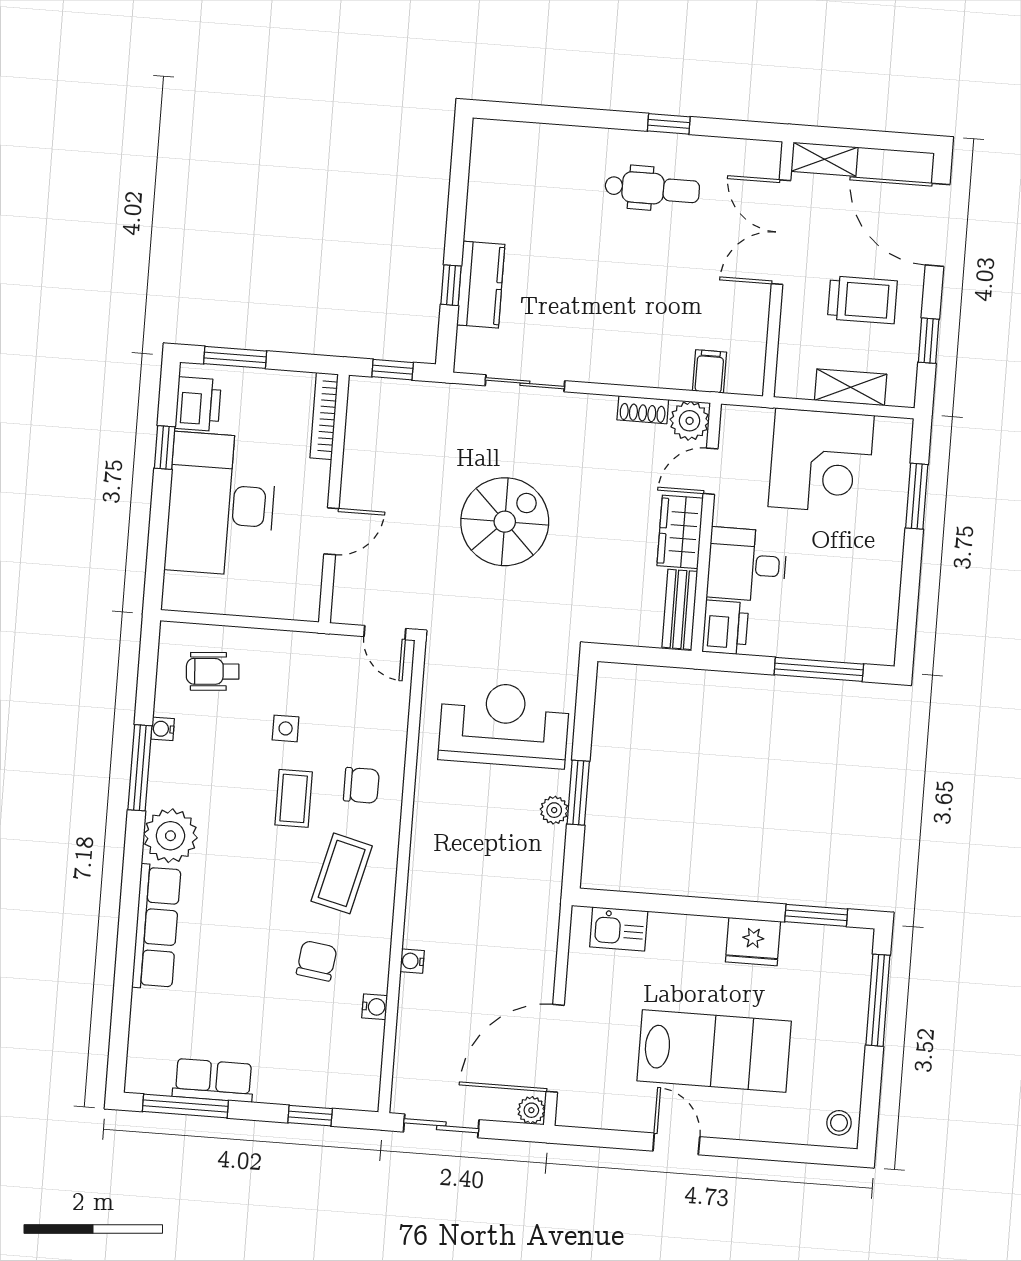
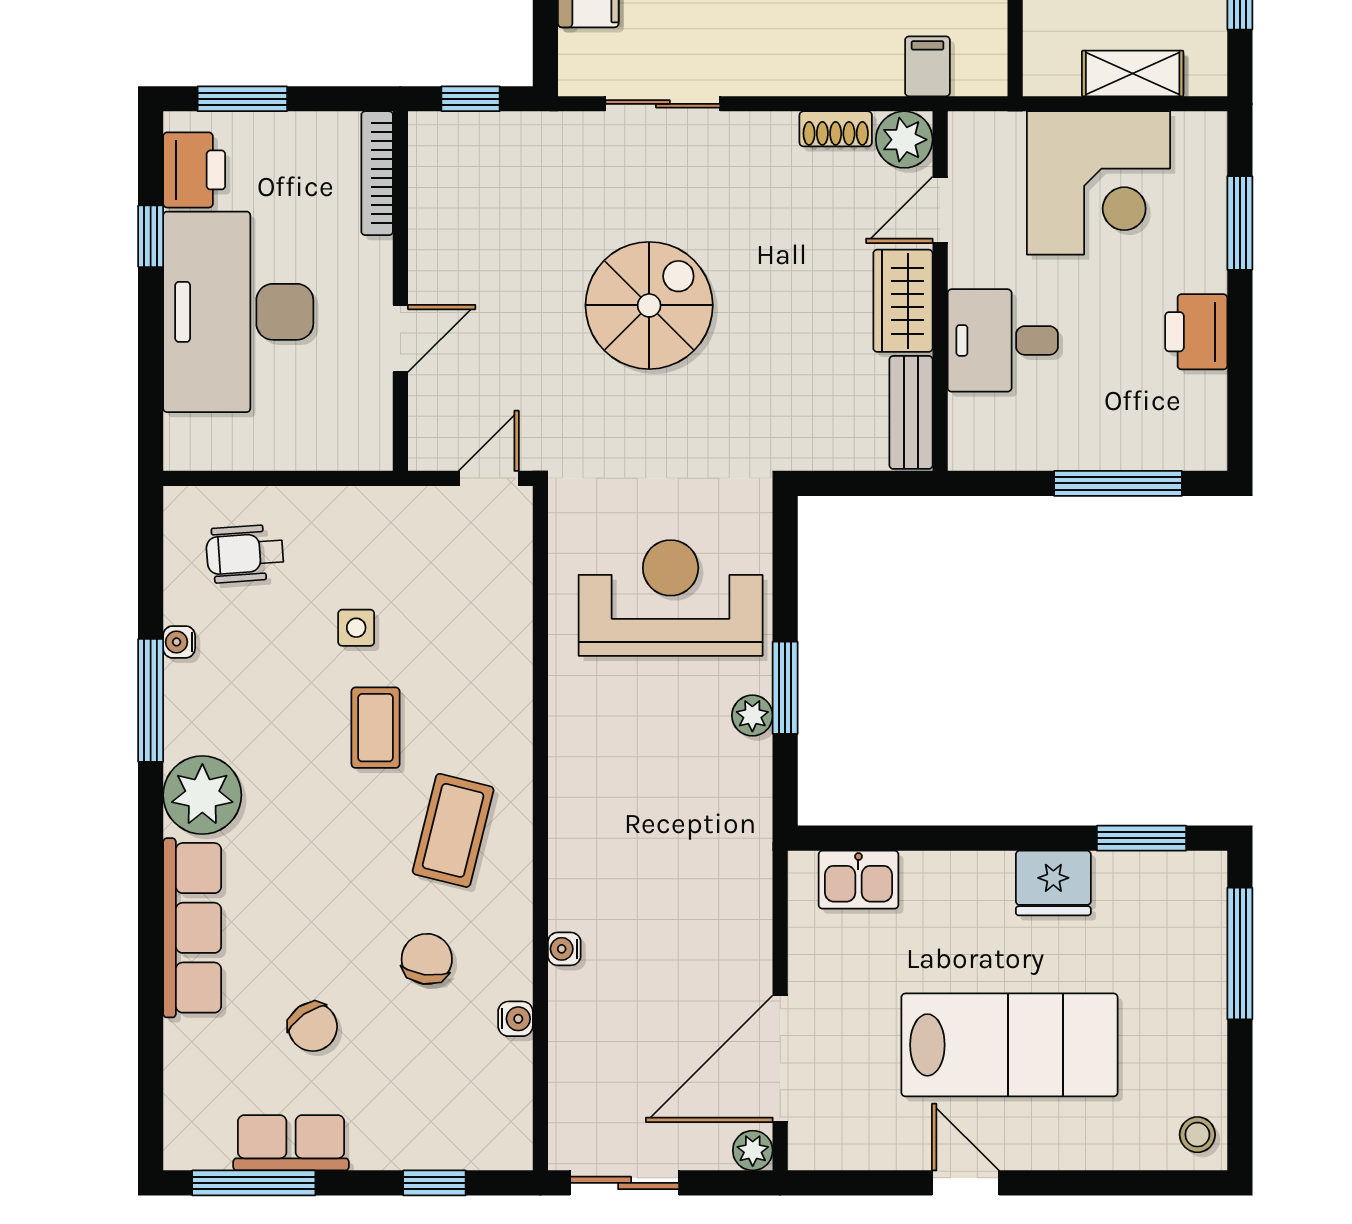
printer: (725, 627) -> (1196, 332), moved, turned 180
door: (385, 633) -> (489, 478), swing flipped
chair: (361, 785) -> (313, 1027), moved, turned 55

